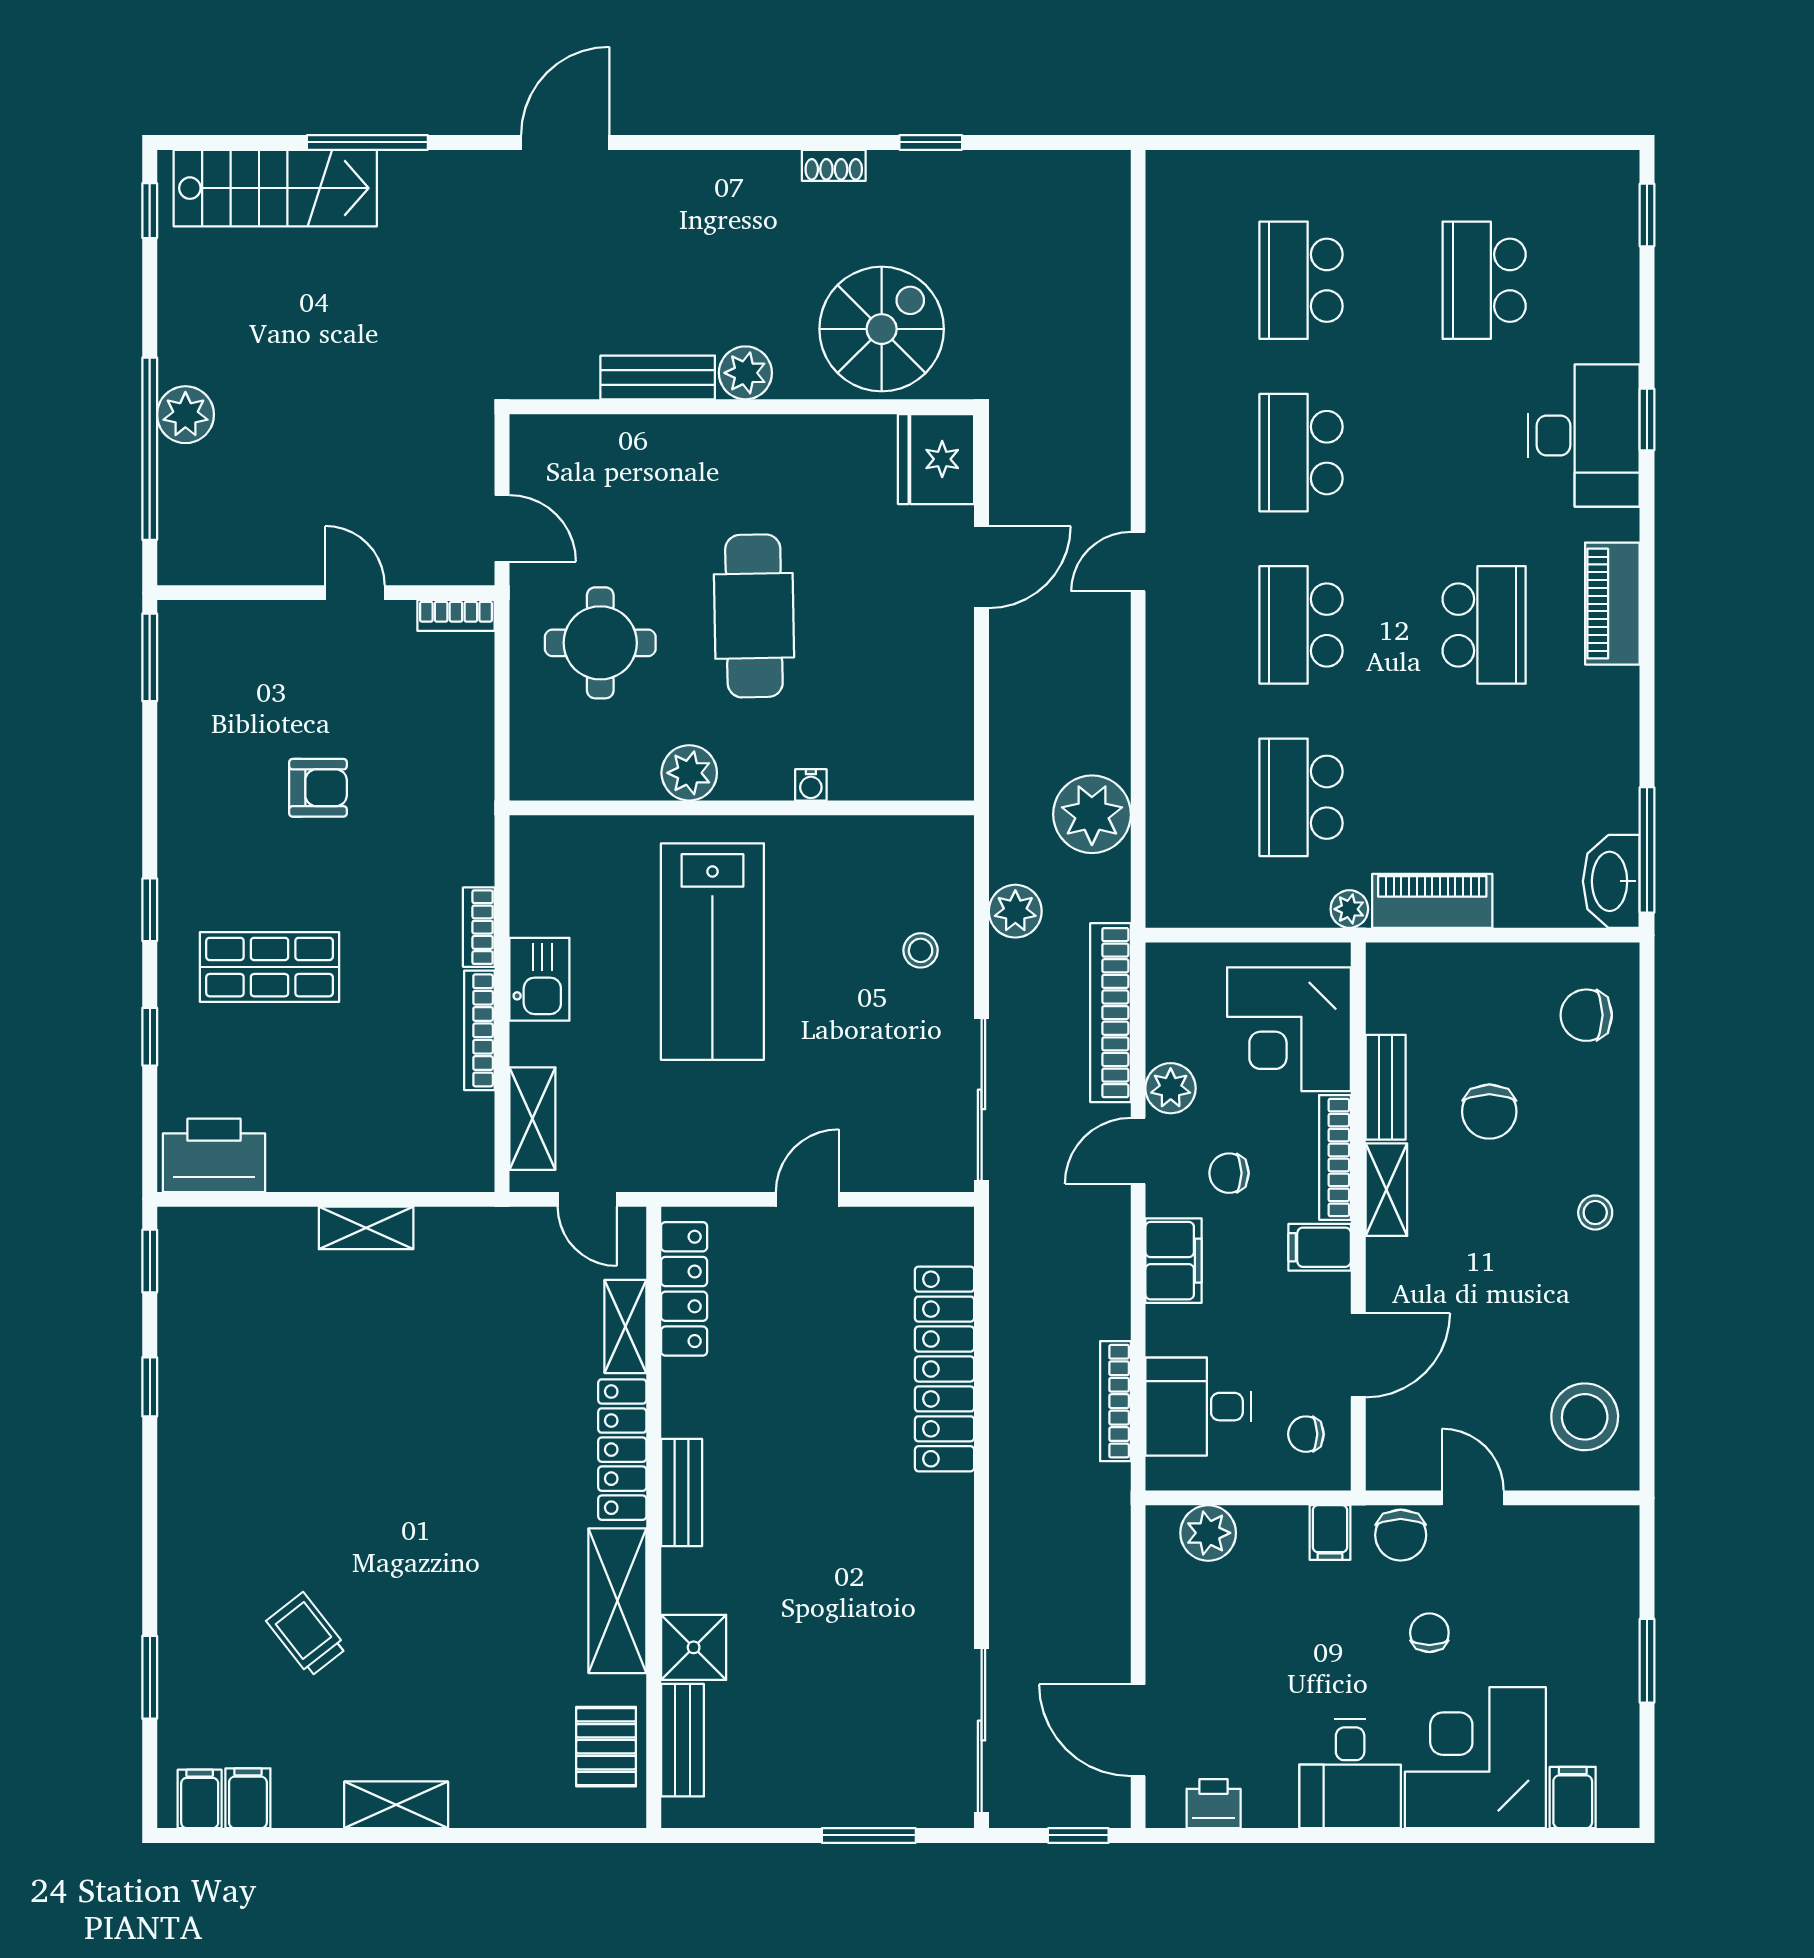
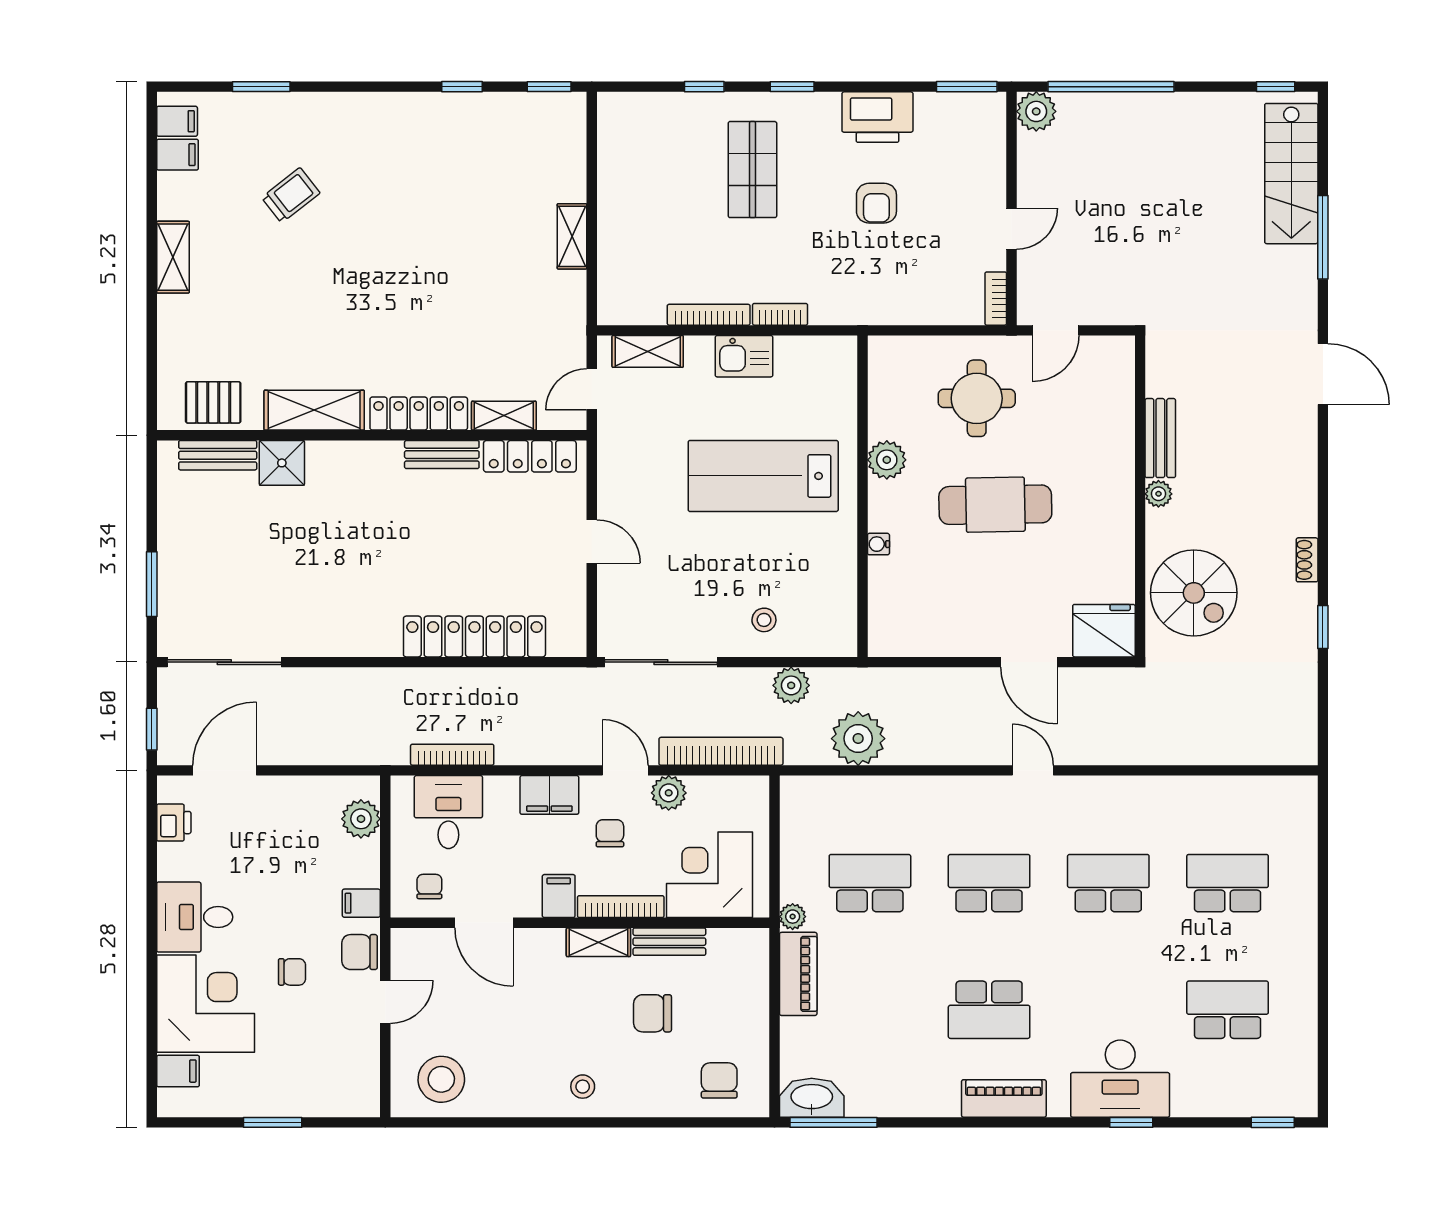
plant: (745, 373) -> (1158, 494), width x0.73, depth x0.73
plant: (185, 415) -> (1036, 111), moved
printer: (214, 1155) -> (877, 117), moved, turned 90
bench: (682, 1493) -> (442, 455), moved

